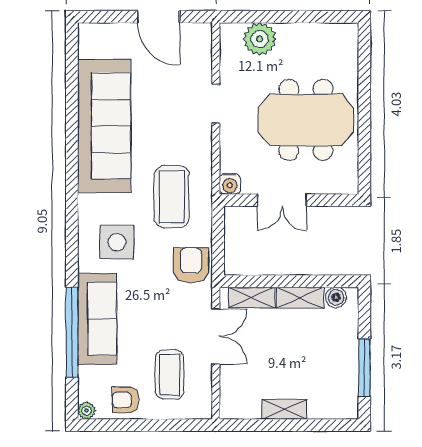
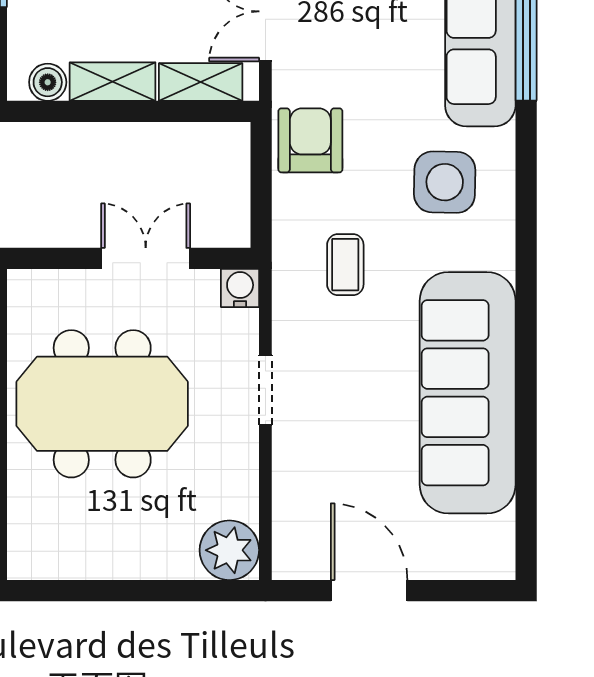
plant: (260, 39) -> (229, 550), moved
doorway: (216, 104) -> (265, 390), moved
coffee table: (172, 197) -> (345, 265), width x0.54, depth x0.58
armchair: (191, 265) -> (310, 140), turned 180

